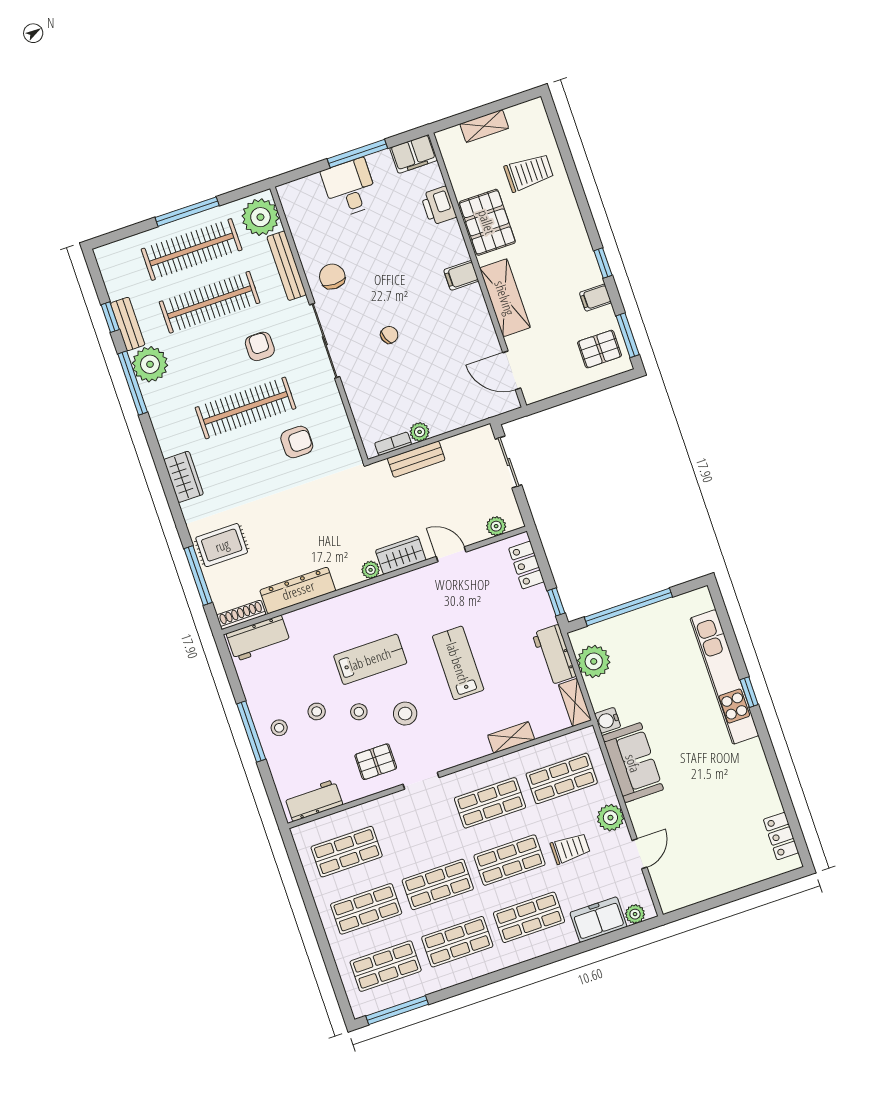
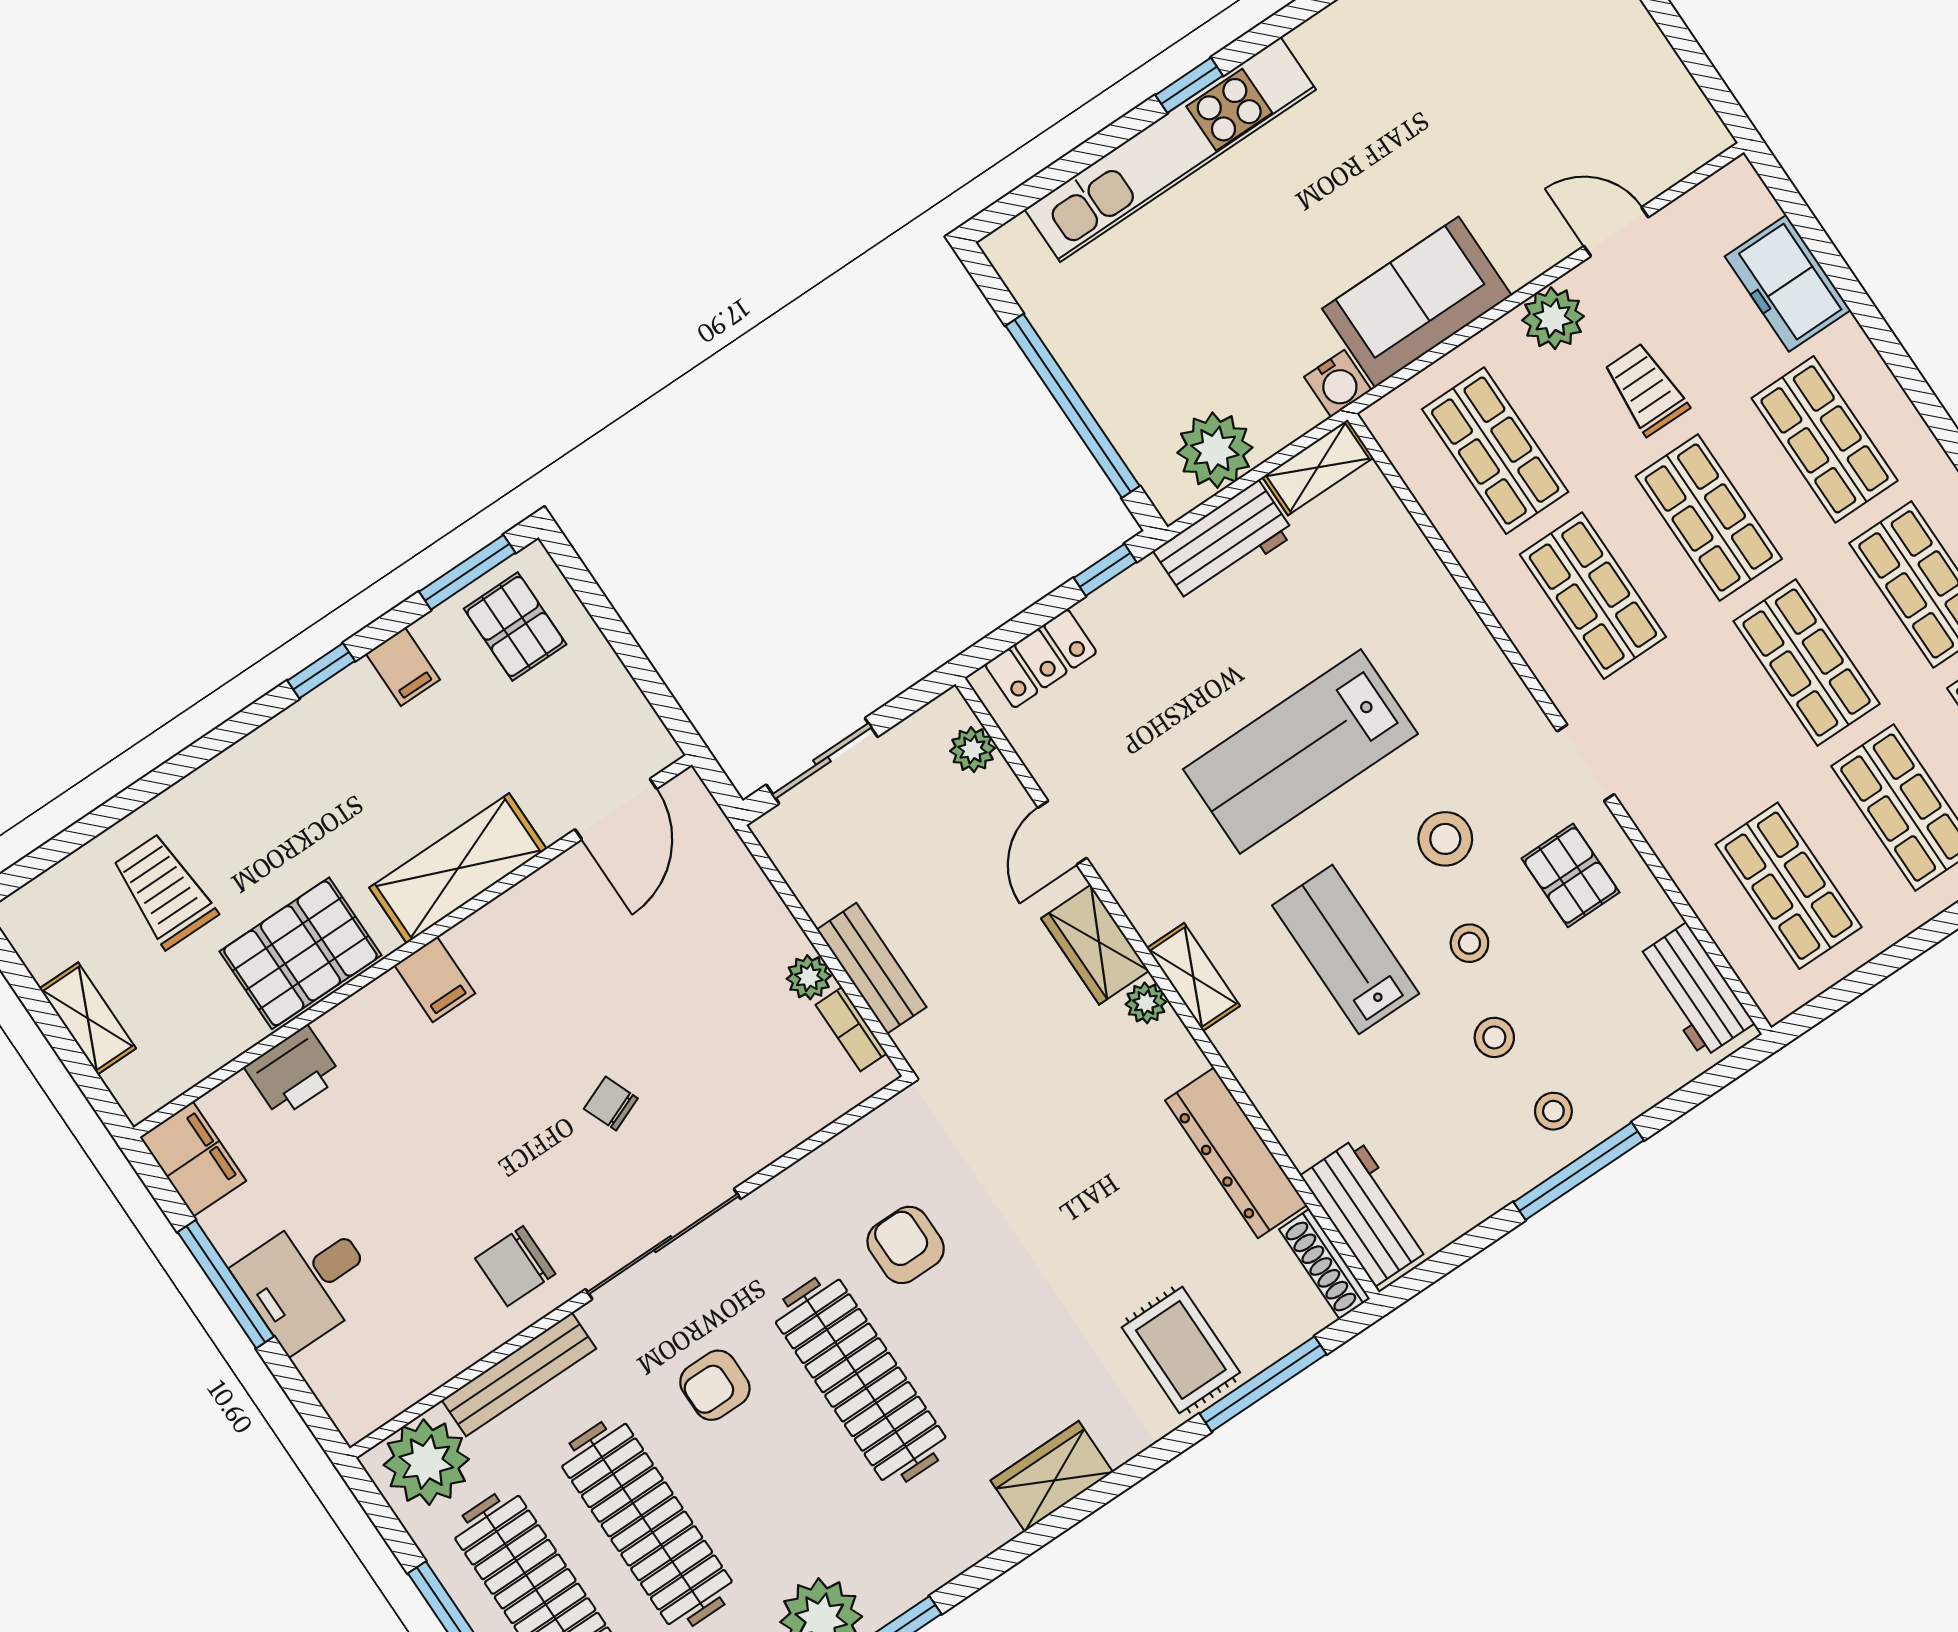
lab bench: (458, 663) -> (1300, 752), width x1.36, depth x1.39
shelving: (511, 737) -> (1193, 977), moved
plant: (635, 914) -> (1753, 205), removed

